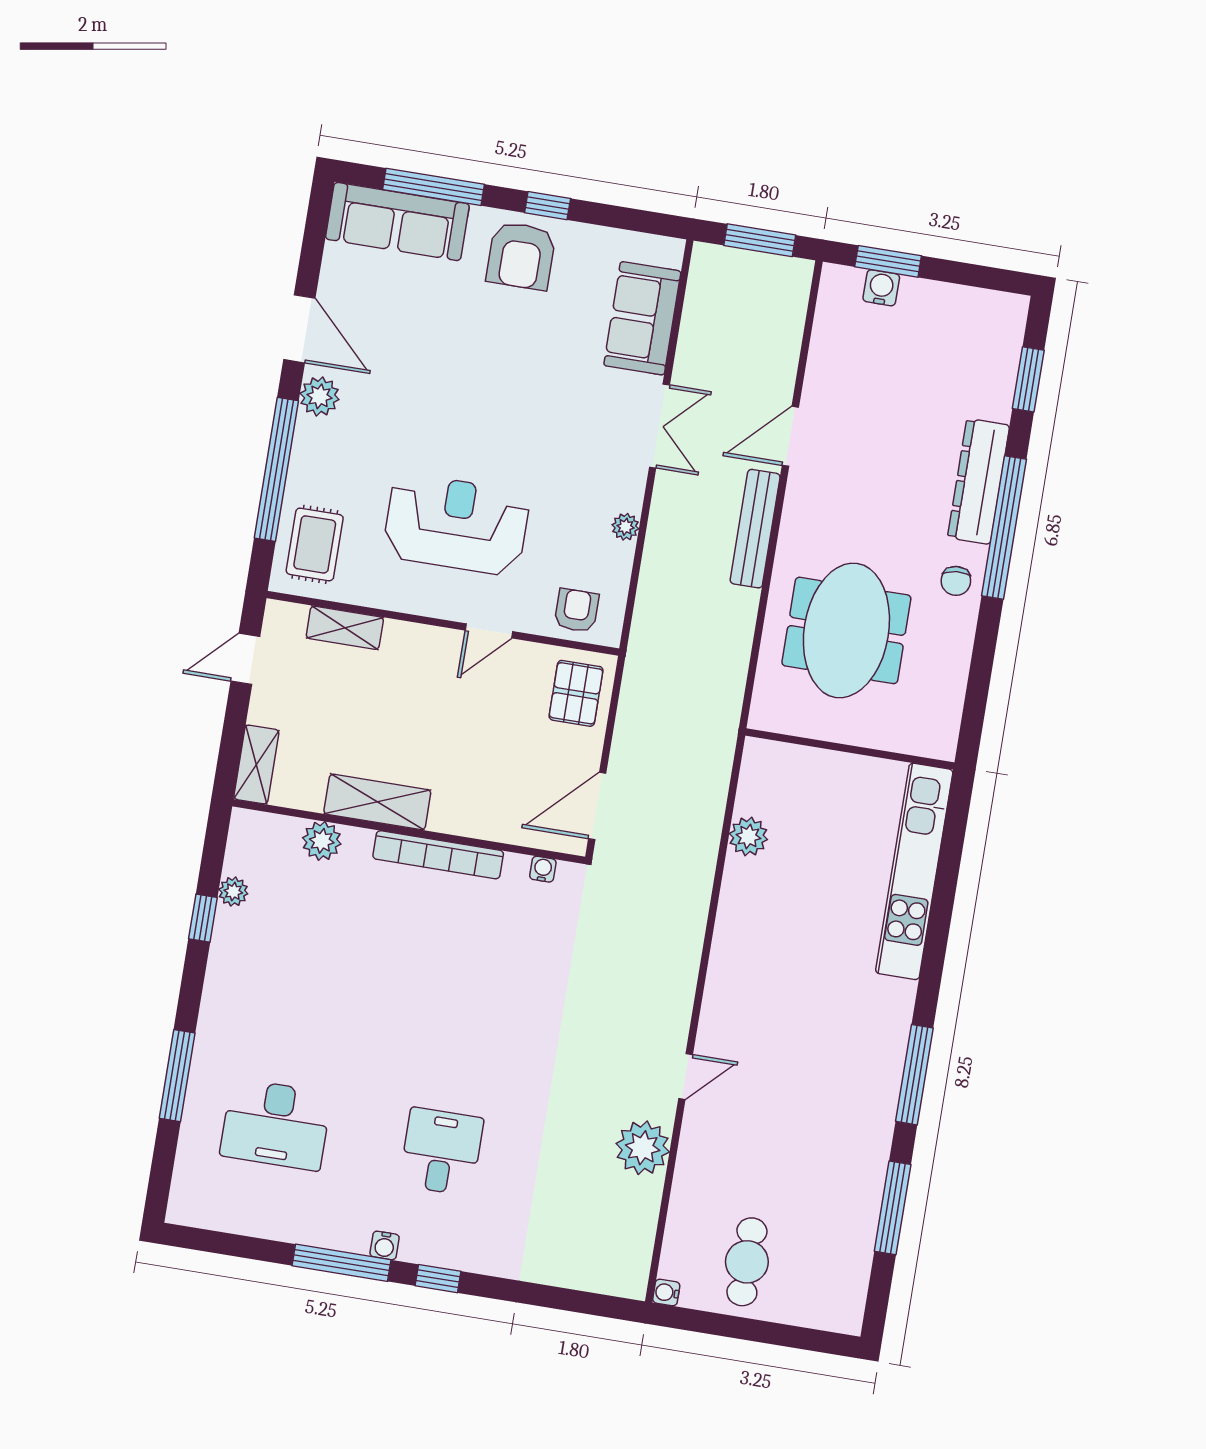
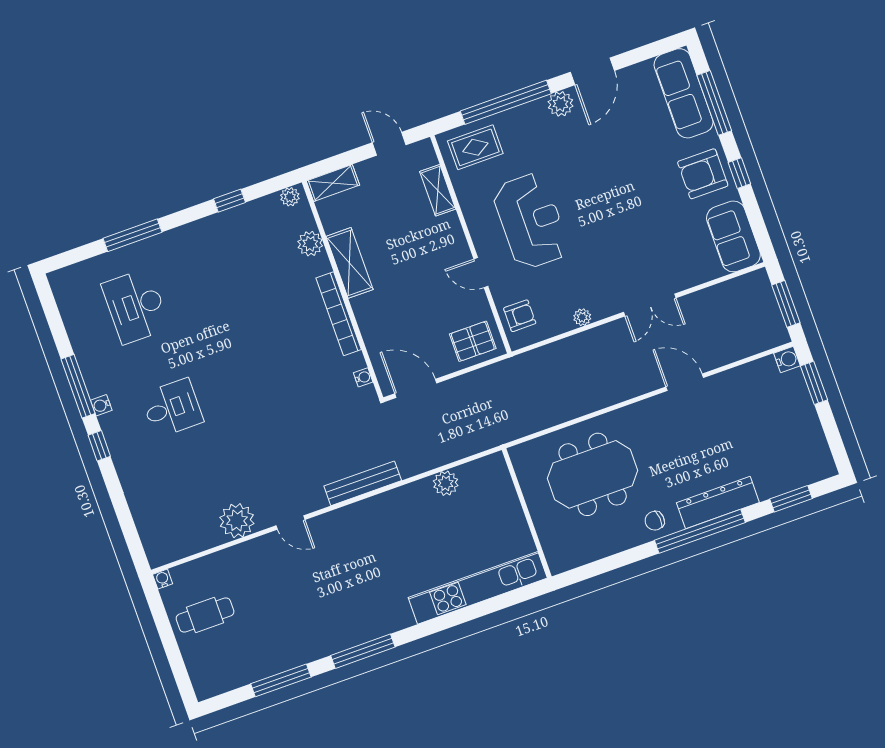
water cooler: (881, 288) -> (787, 359), moved
sofa: (642, 318) -> (733, 236), moved, turned -90
bench: (755, 529) -> (363, 483), moved
plant: (233, 892) -> (290, 197), moved

